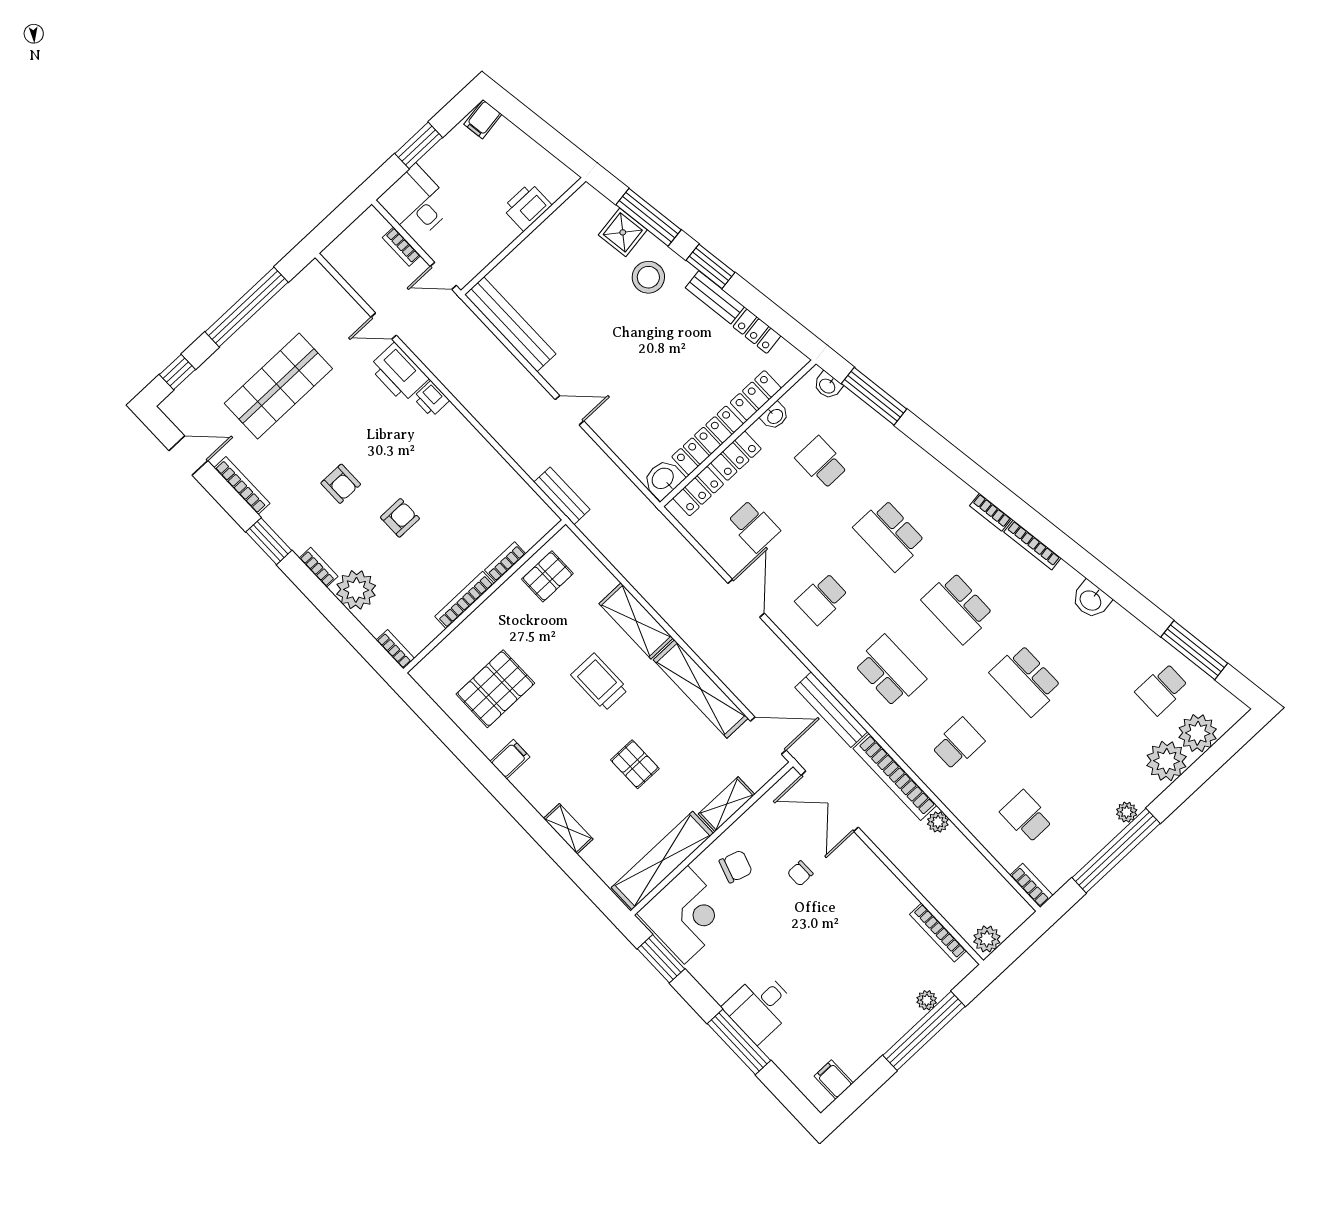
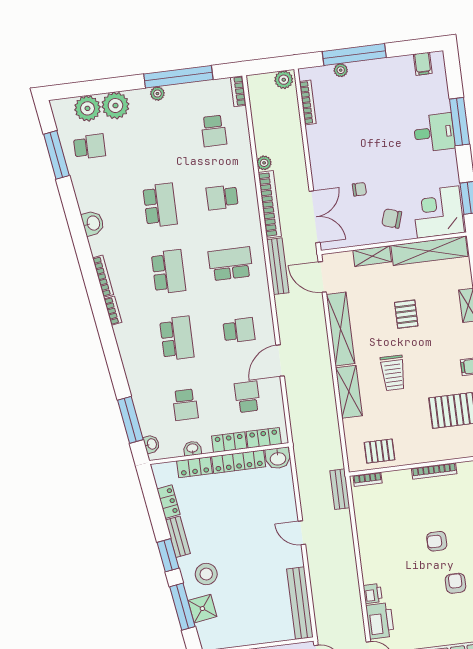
bookcase: (505, 562) -> (368, 479), moved
school desk: (890, 671) -> (231, 264), turned 90

